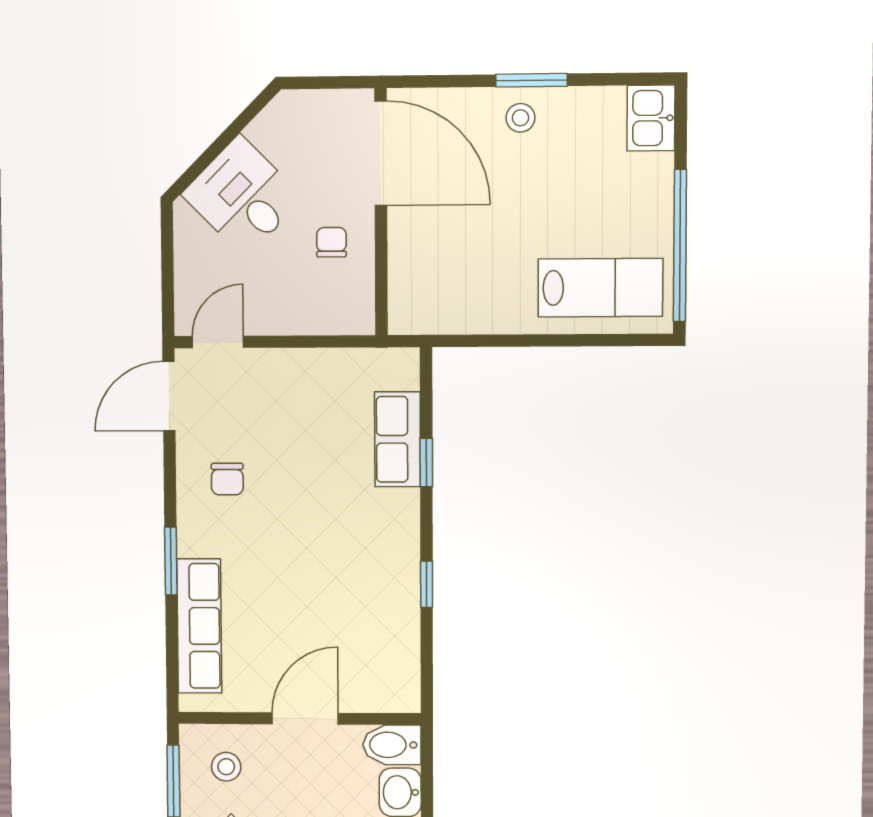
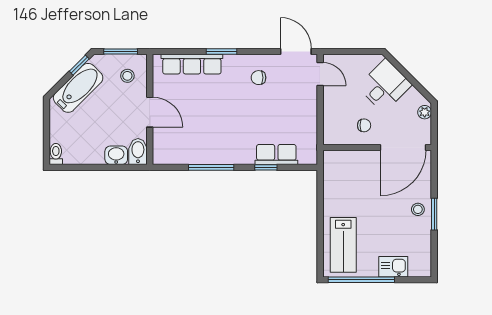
plant: (301, 105) -> (425, 112), added
kitchen sink: (651, 118) -> (393, 267), moved
window: (427, 584) -> (211, 167), width x2.17

